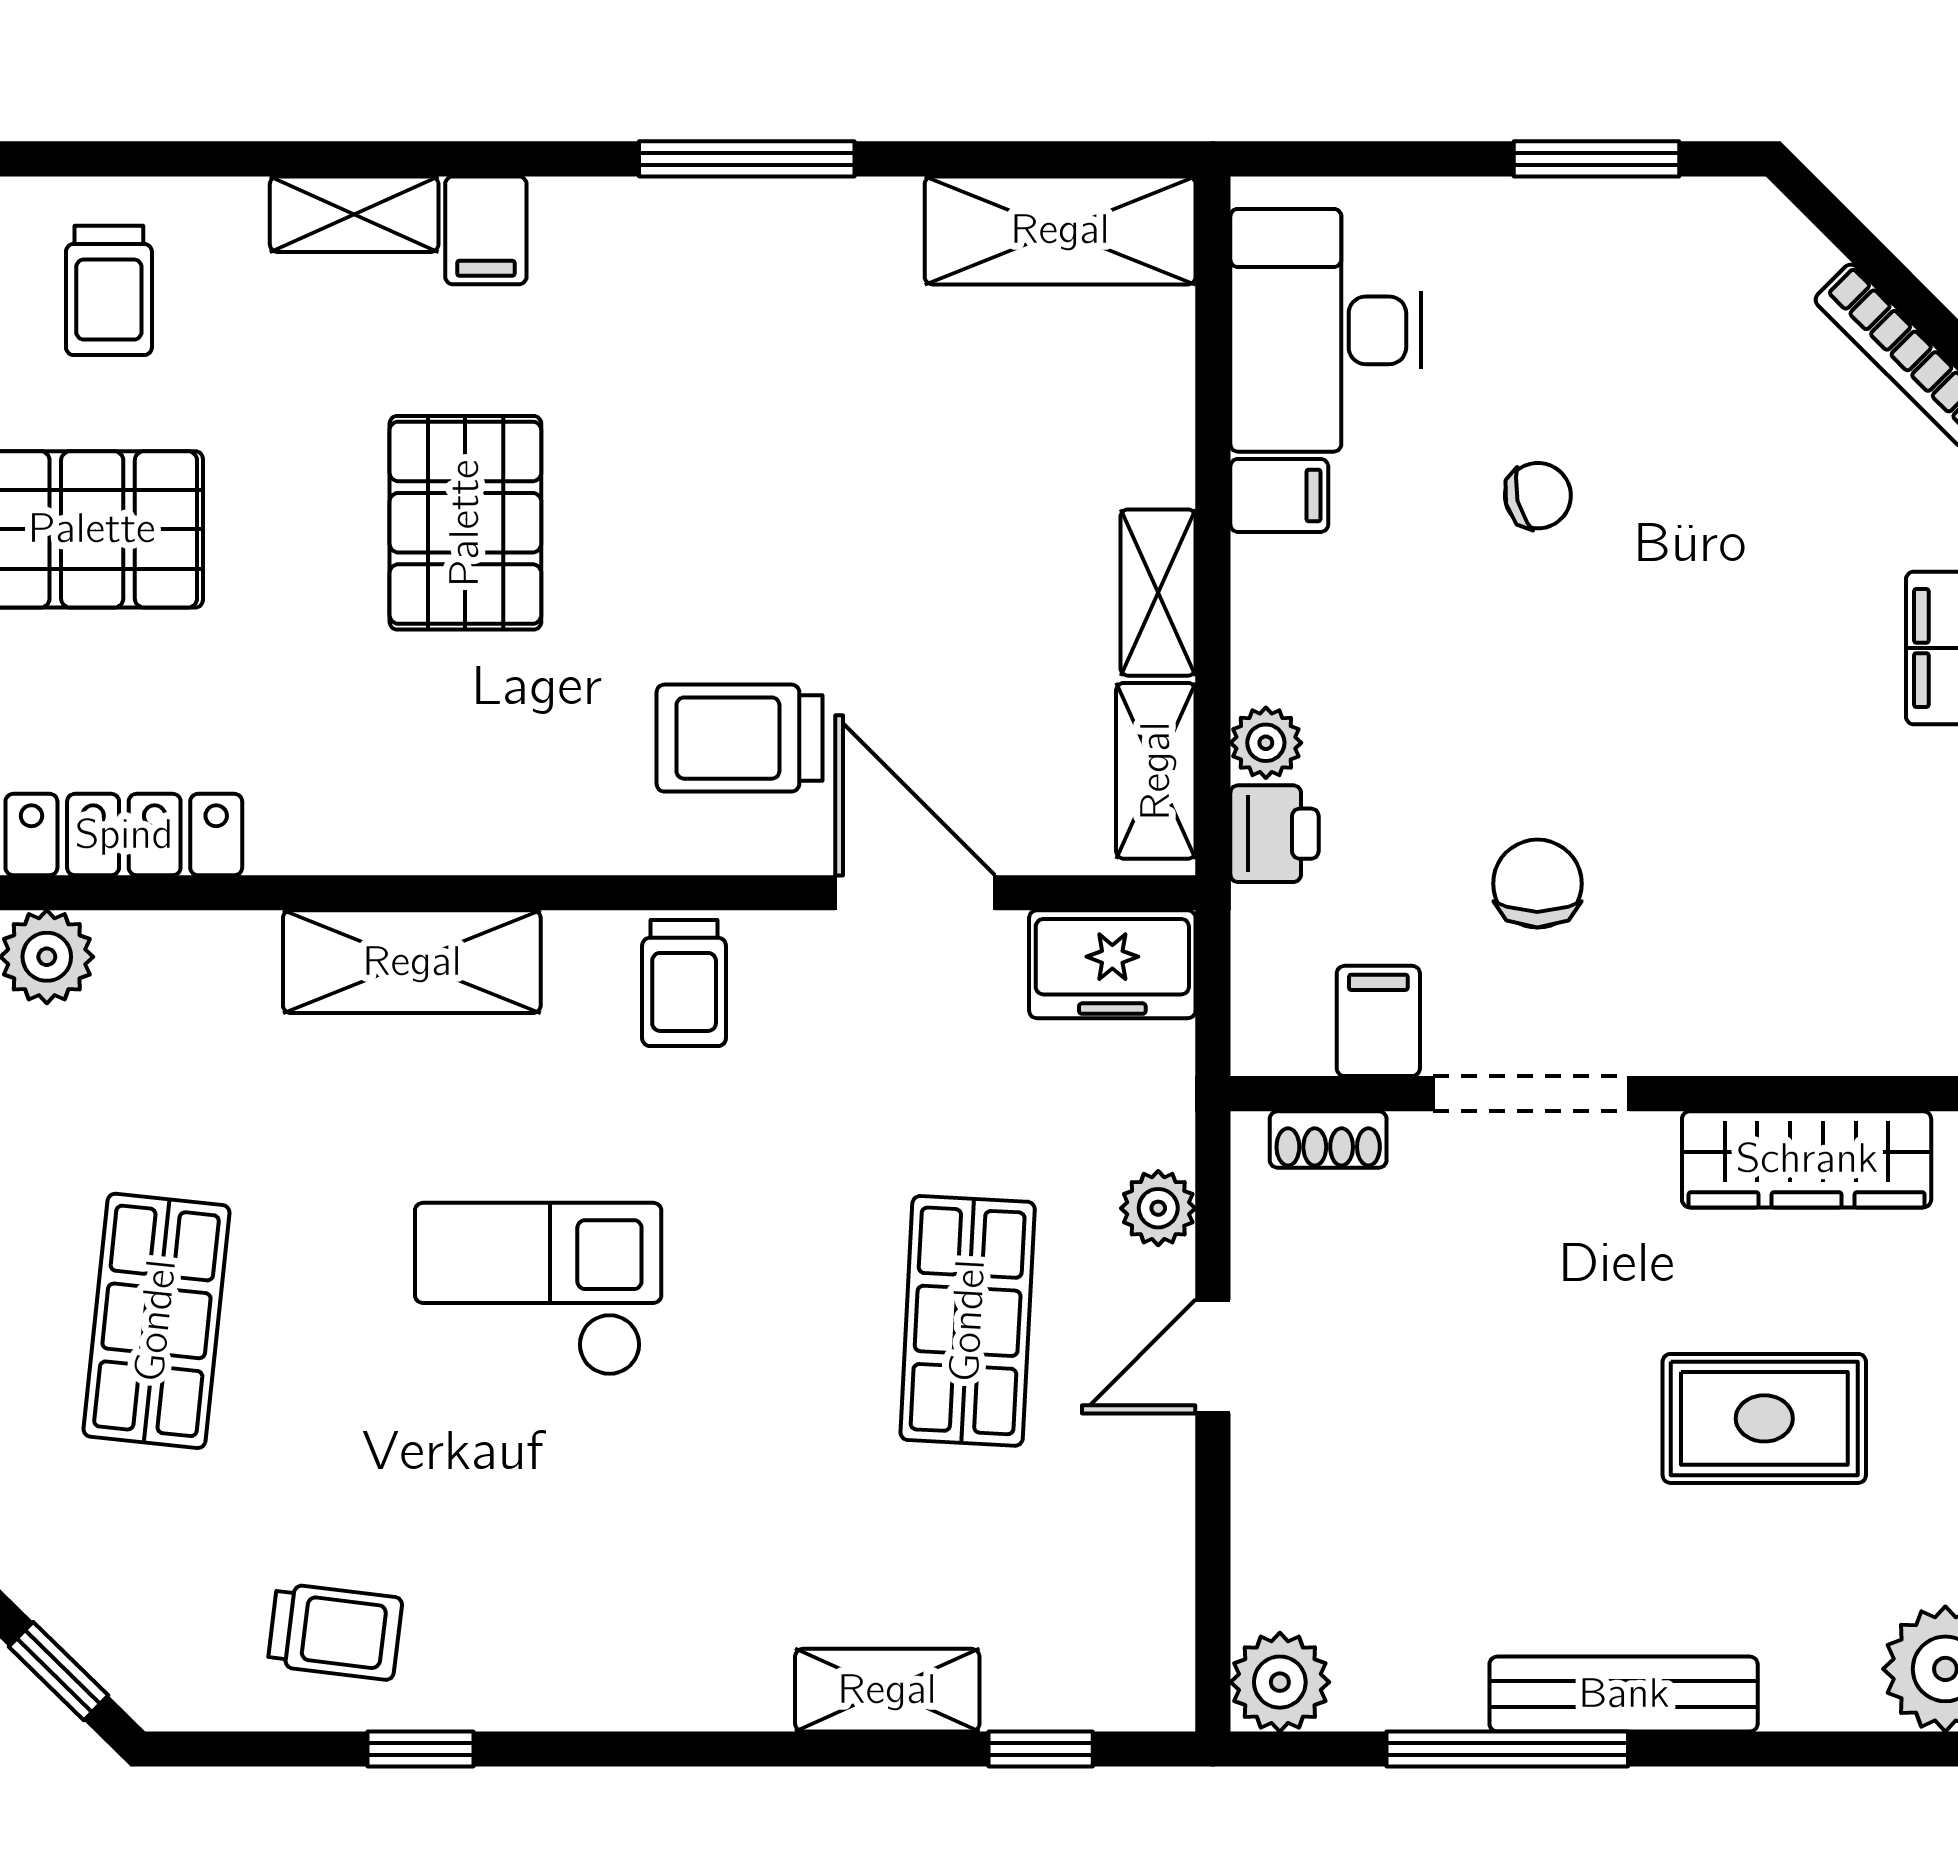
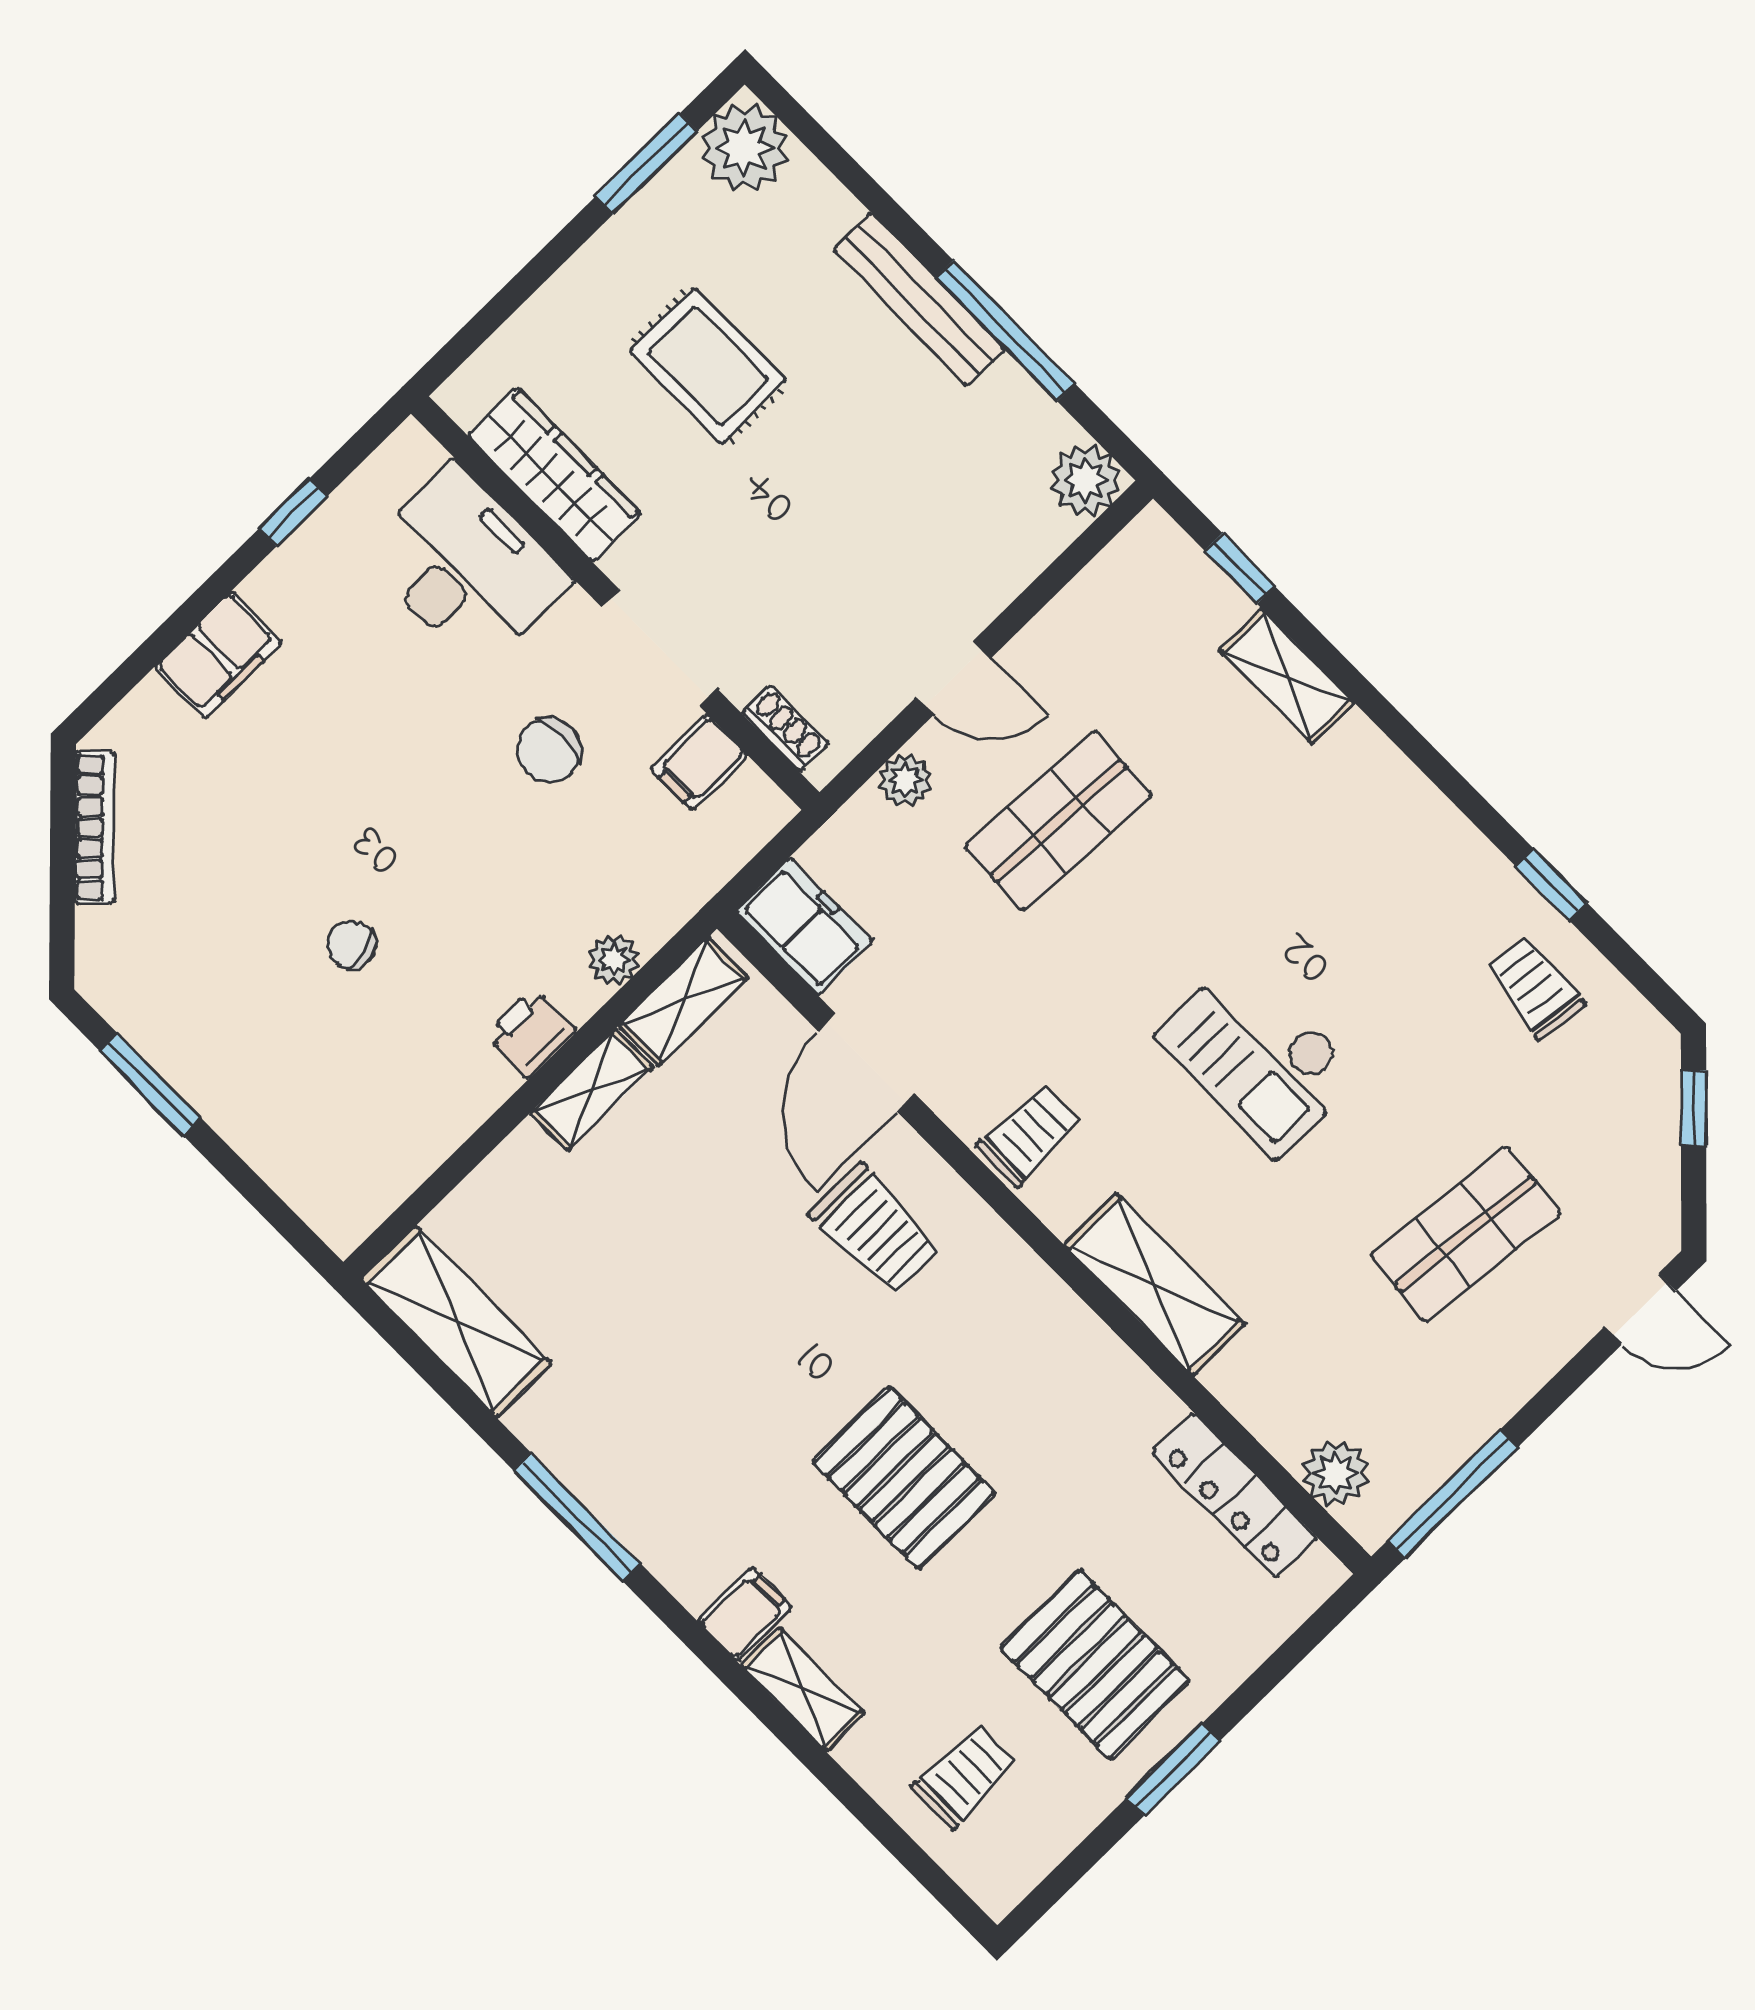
desk: (1326, 330) -> (466, 567), moved, turned -90
filing cabinet: (1279, 495) -> (481, 1077), removed
pallet: (465, 523) -> (904, 1478), turned 90
printer: (1274, 834) -> (531, 1033), moved

